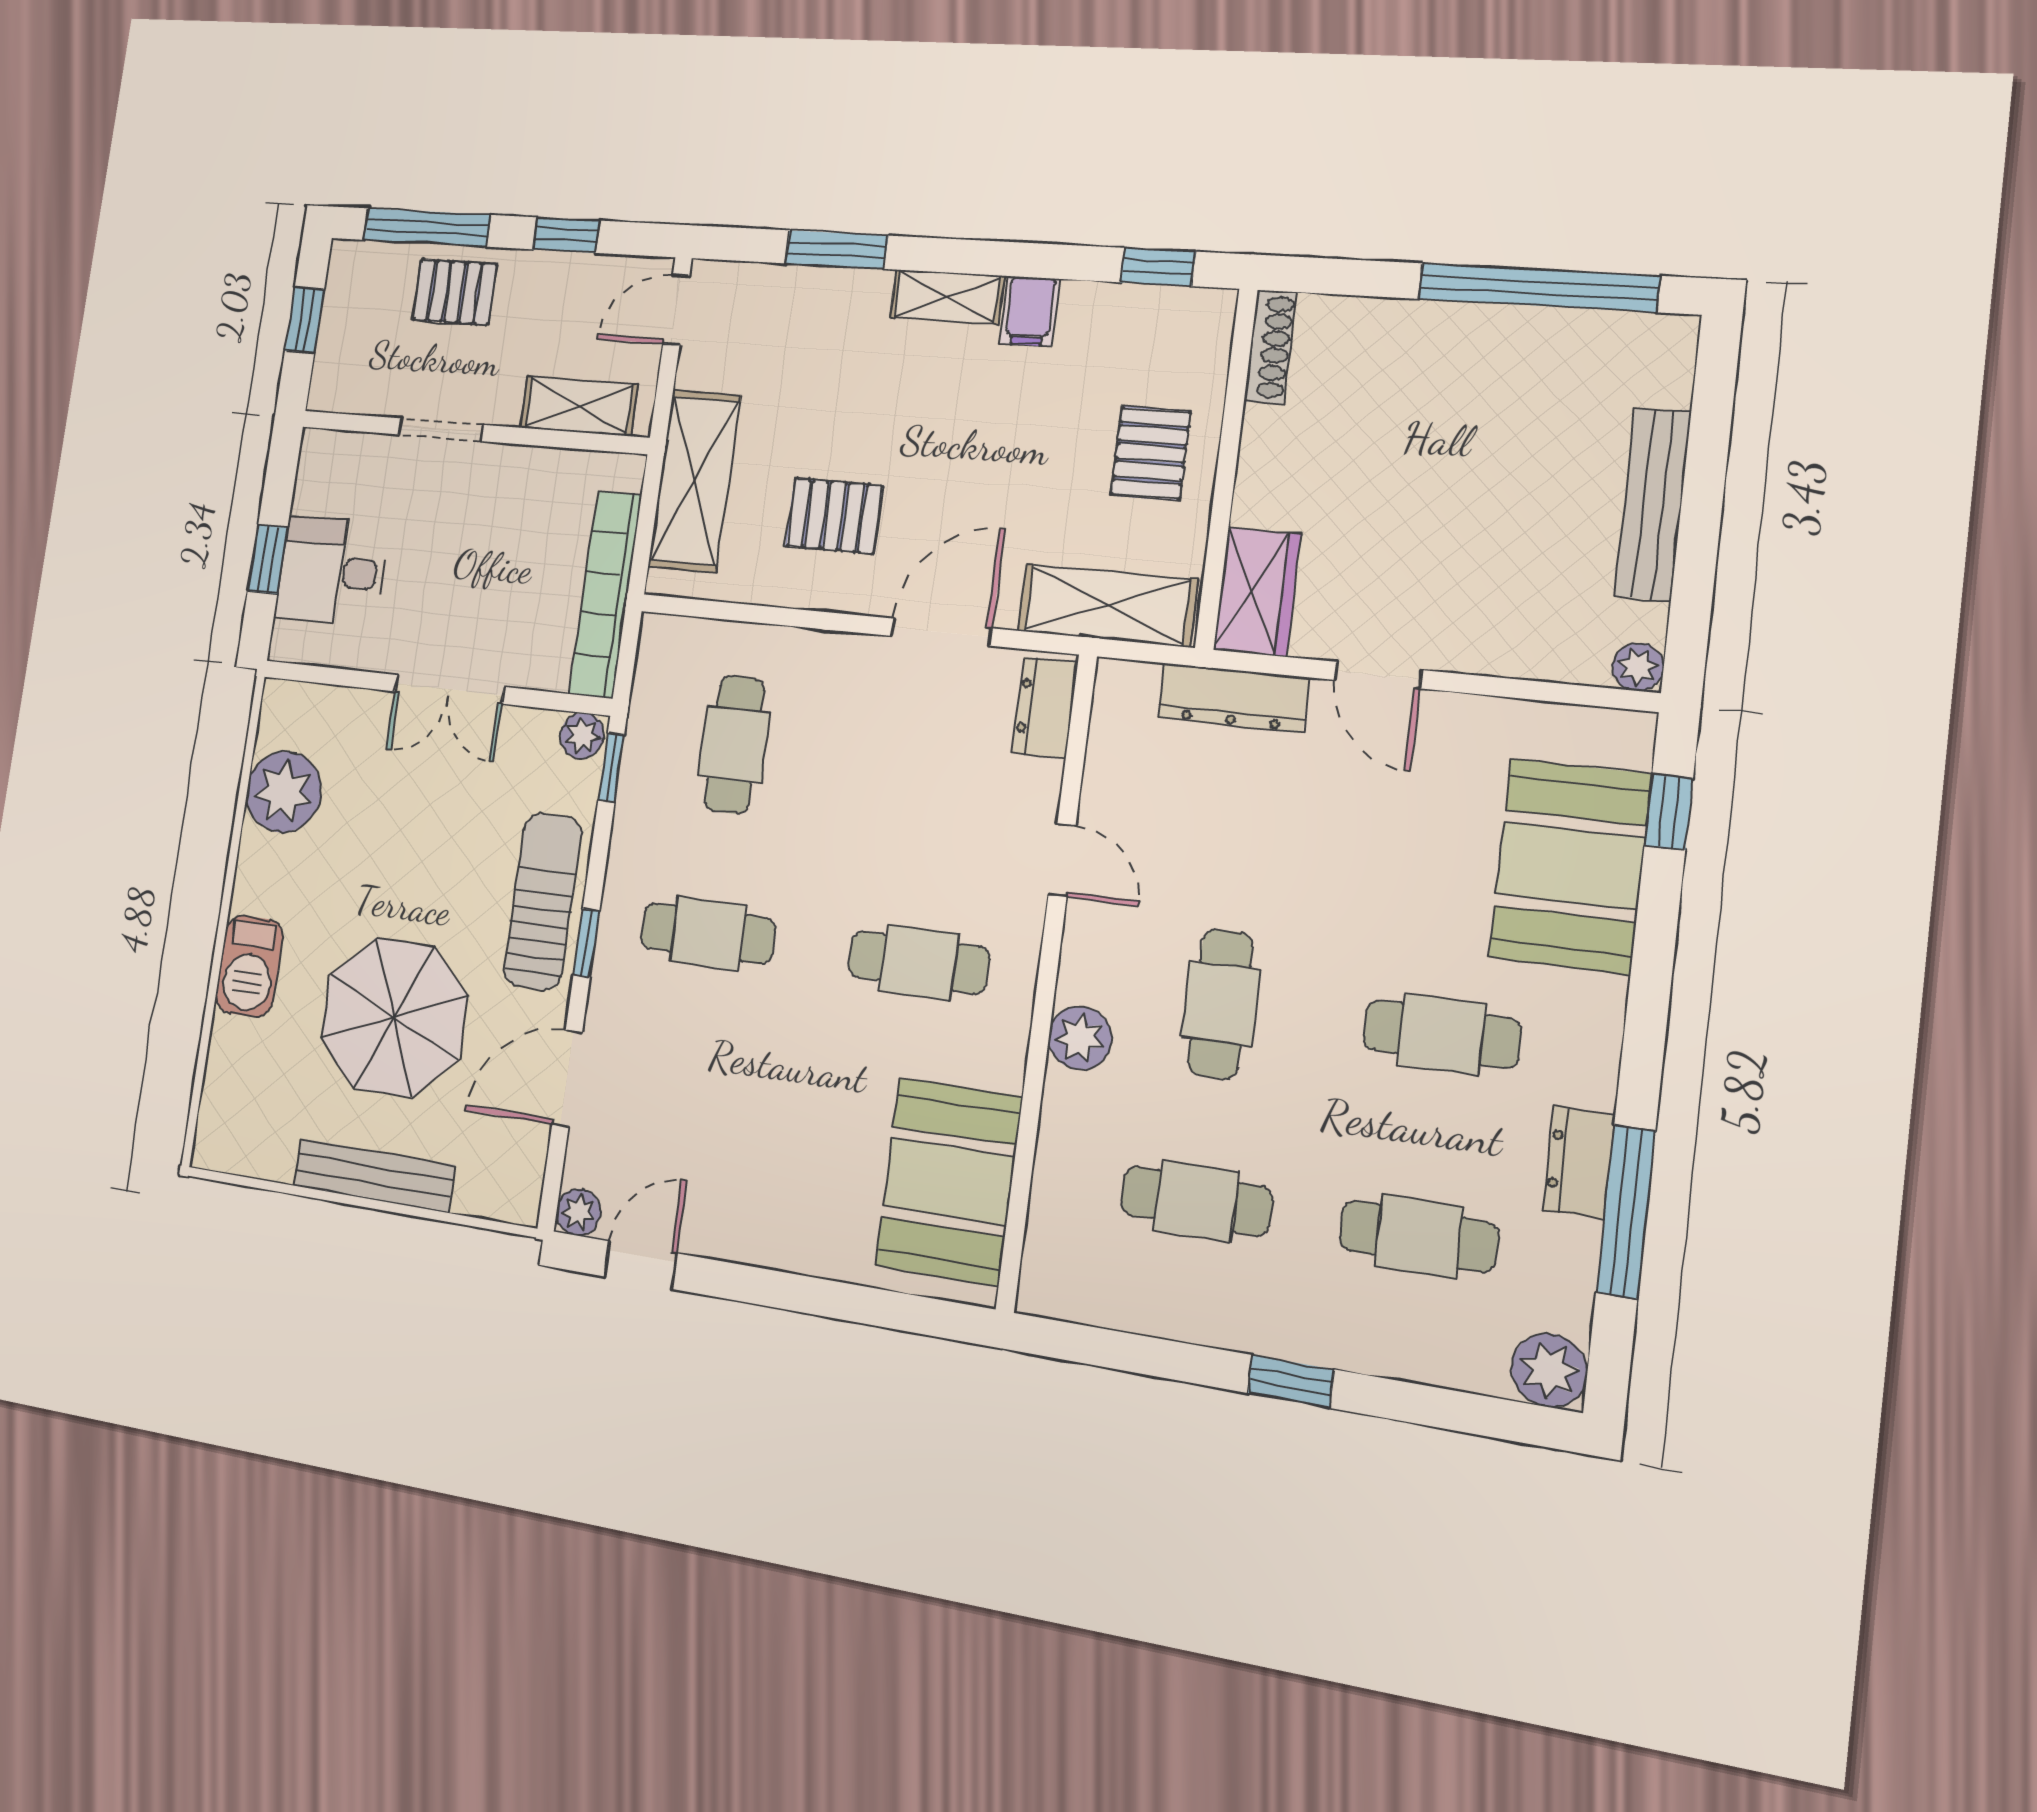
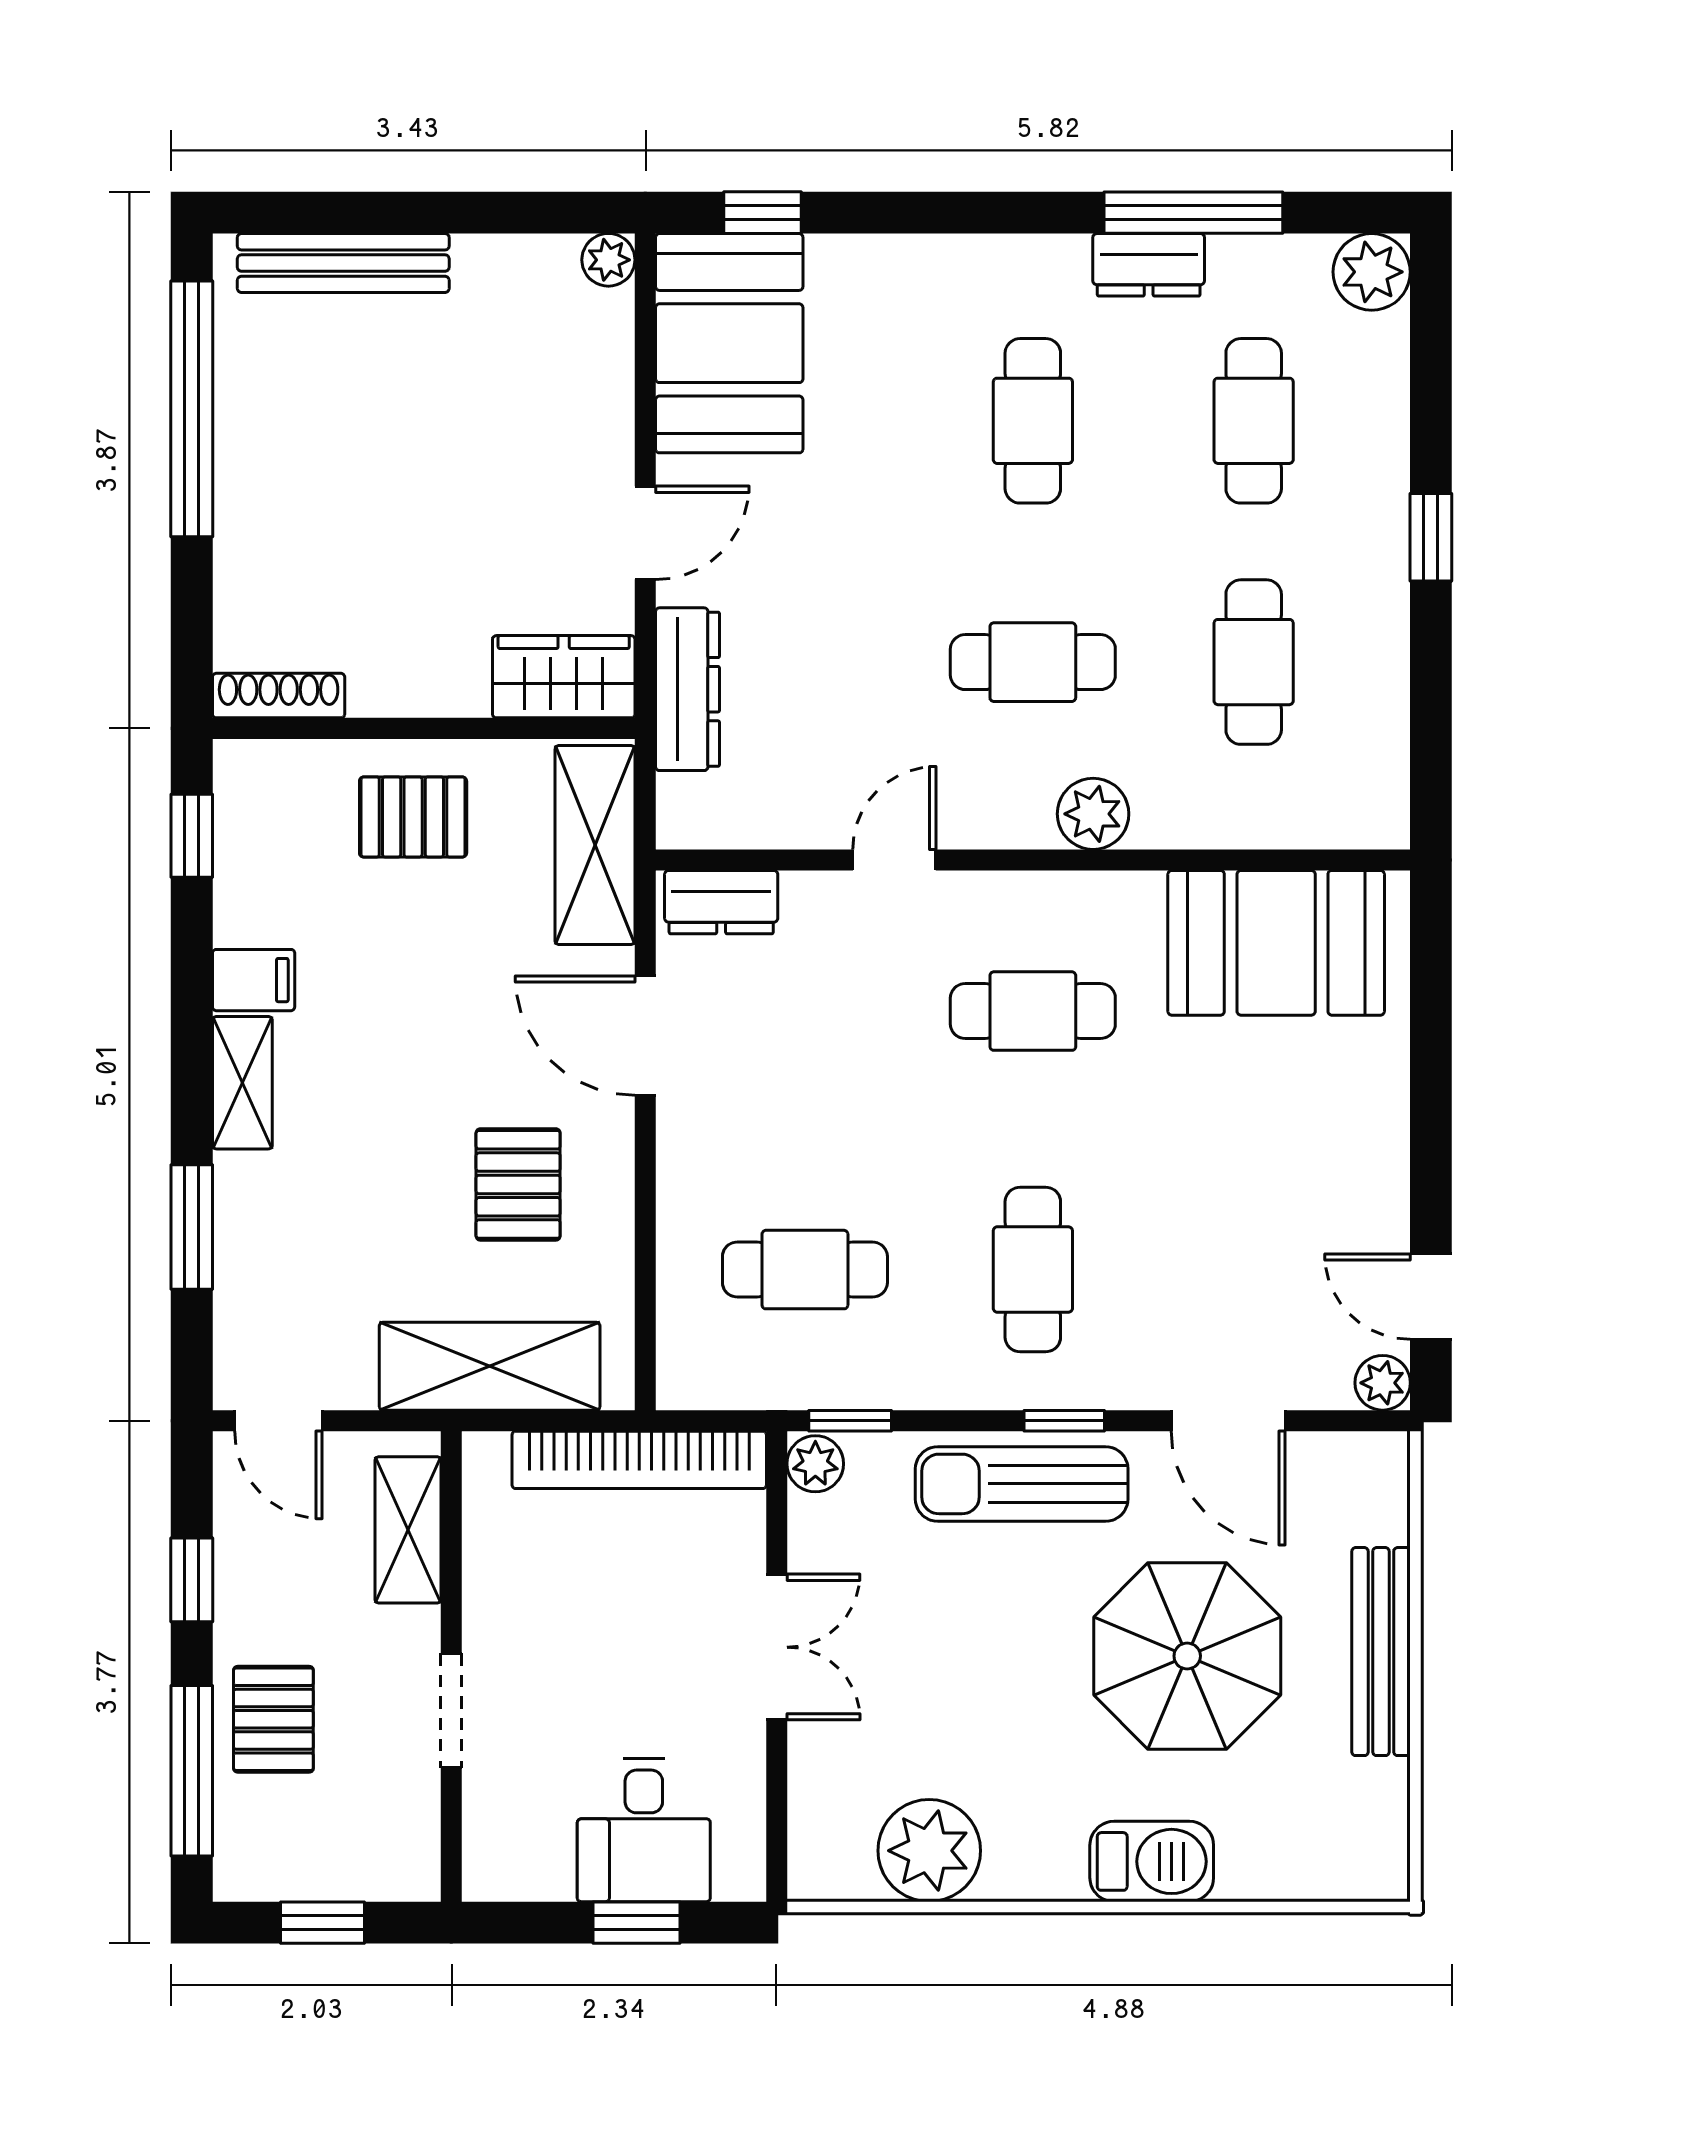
bench: (1653, 504) -> (343, 263), moved
booth: (1570, 866) -> (729, 343), moved, turned 90
cafe table: (919, 962) -> (1033, 1011), turned 90

